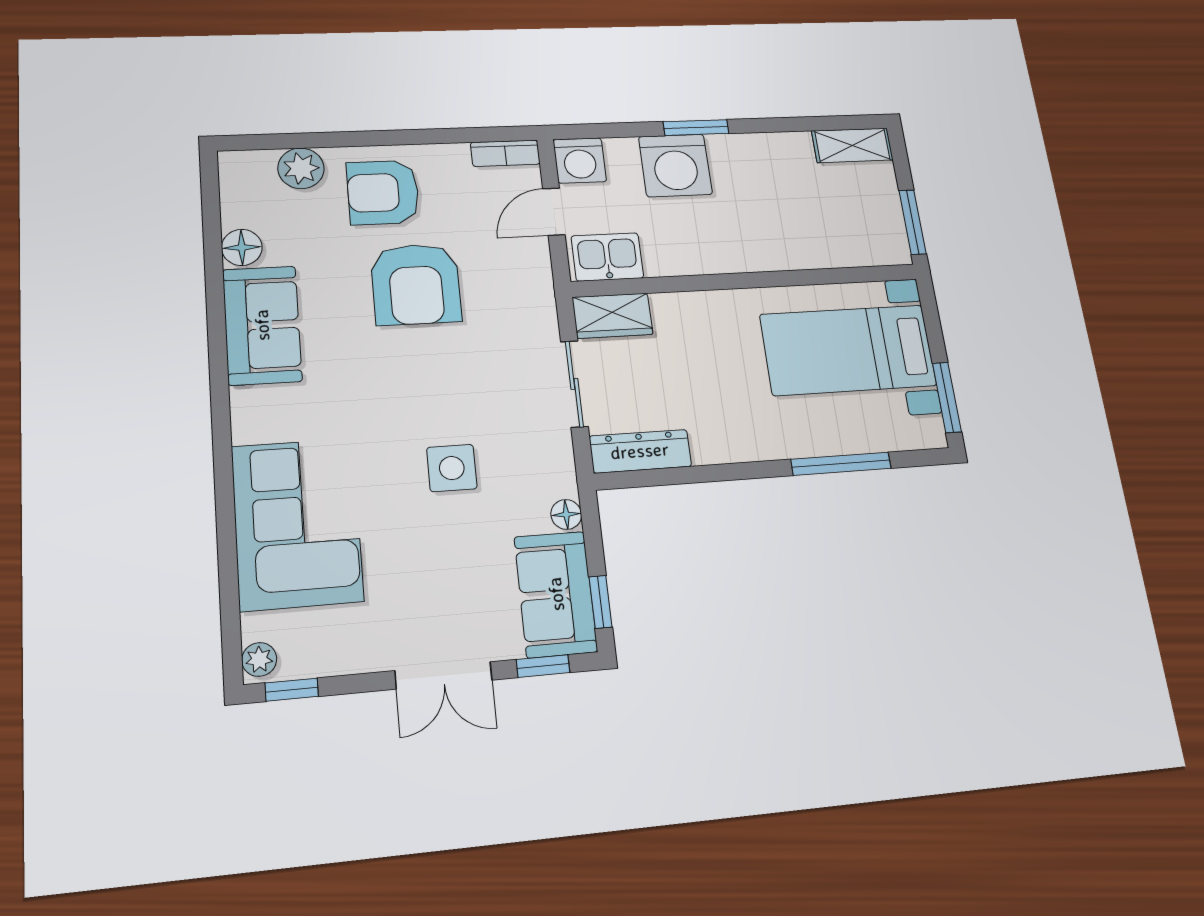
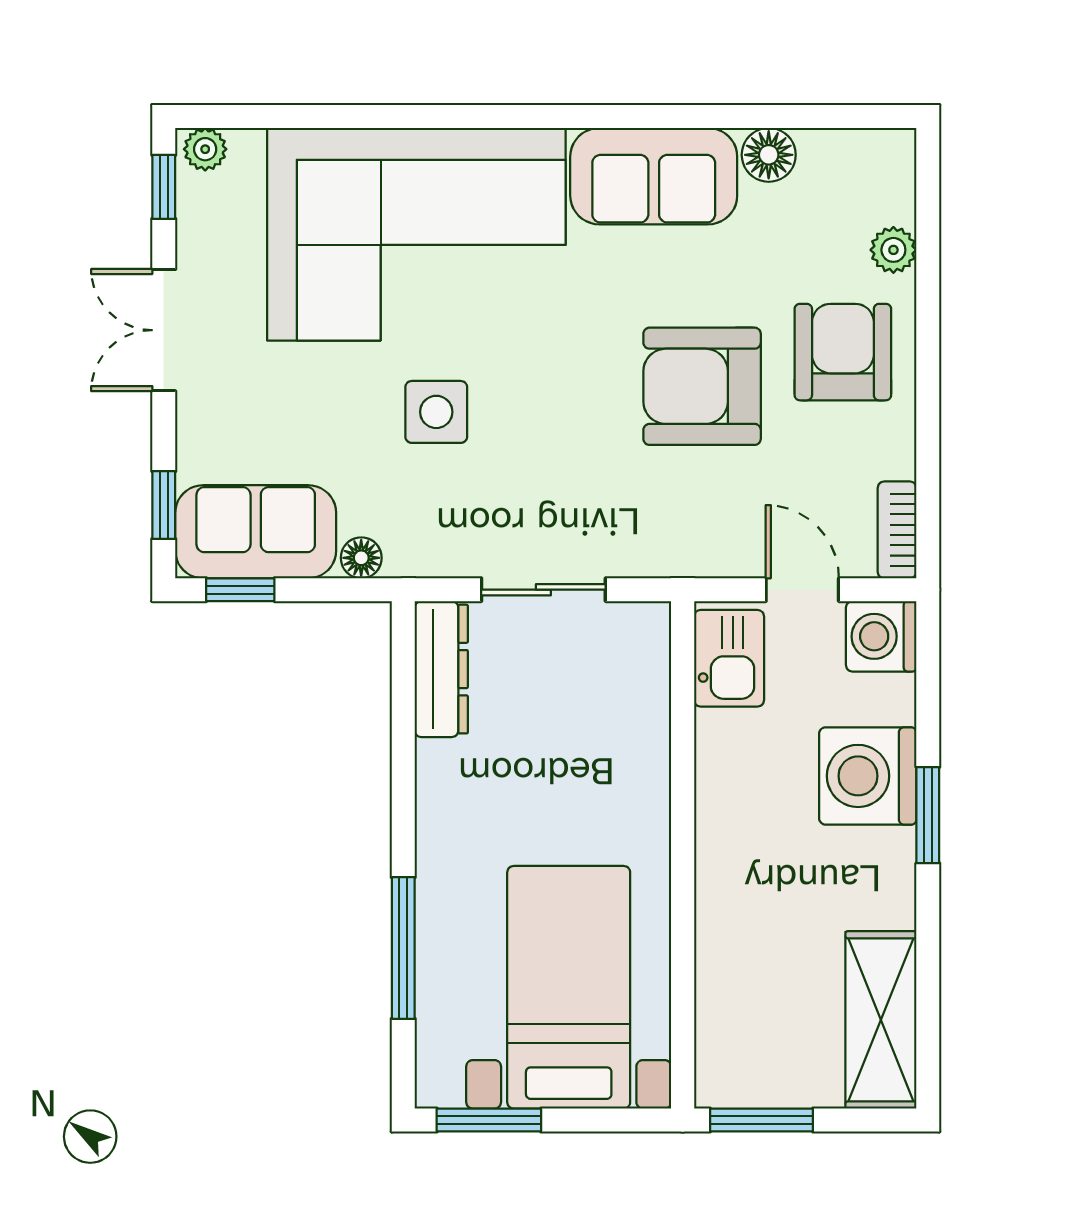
shelving: (852, 145) -> (881, 1020), width x1.50, depth x1.33
plant: (301, 168) -> (893, 250), width x0.73, depth x0.73
wardrobe: (613, 316) -> (640, 655), removed
corner sofa: (297, 523) -> (416, 234), width x1.36, depth x1.36
double door: (443, 675) -> (164, 330), moved

